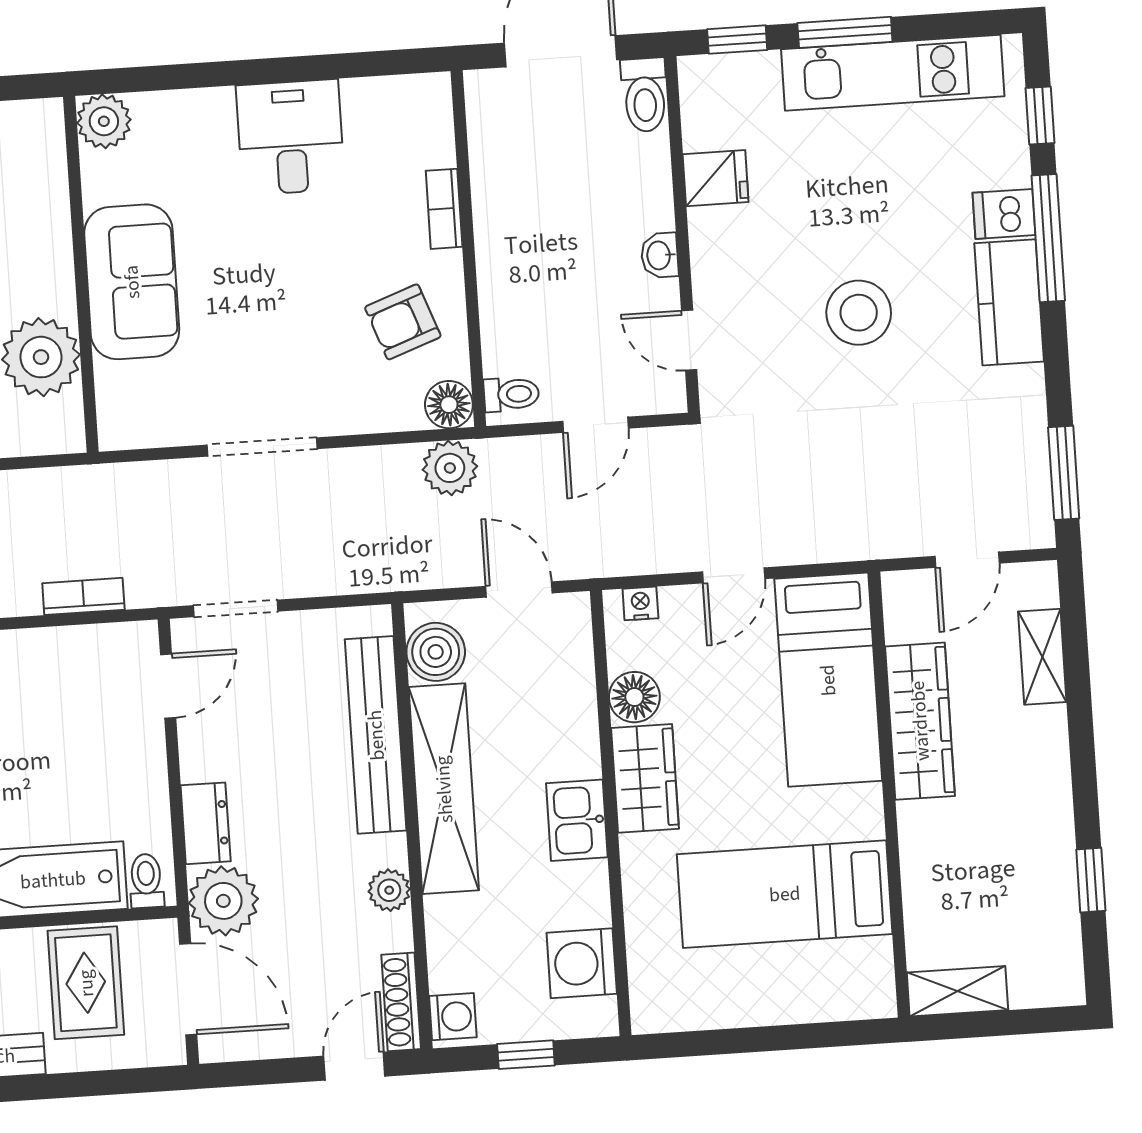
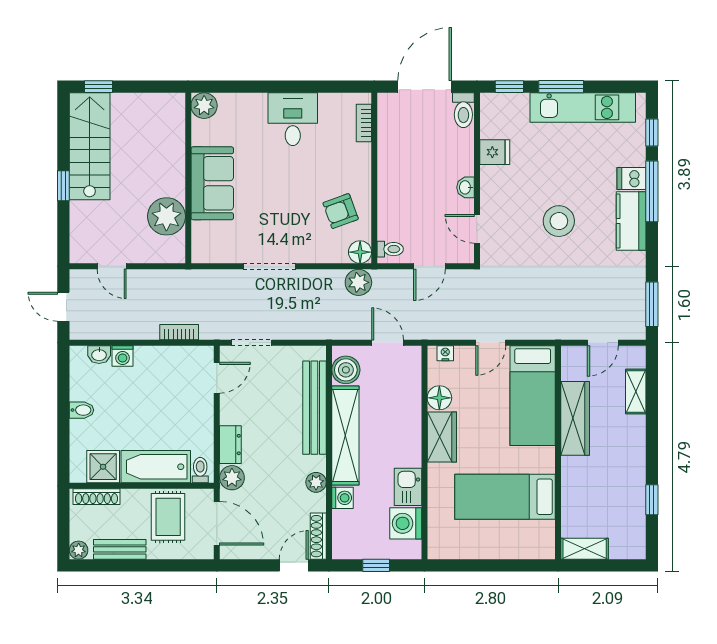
bookcase: (444, 209) -> (364, 123), moved
kitchen sink: (577, 820) -> (408, 487), moved
plant: (223, 901) -> (232, 478), width x0.73, depth x0.73
washing machine: (453, 1017) -> (343, 498), moved

